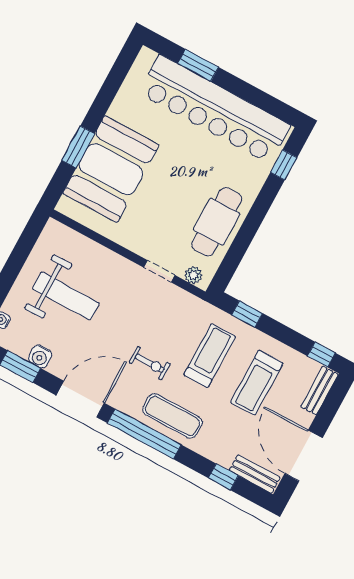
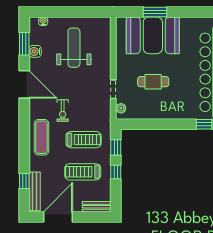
cafe table: (217, 222) -> (153, 82), moved, width x0.73, depth x0.74
weight bench: (66, 296) -> (74, 48), turned 180
window: (321, 355) -> (116, 172), moved
window: (144, 434) -> (24, 128), removed
bench: (255, 474) -> (35, 191), width x1.36

